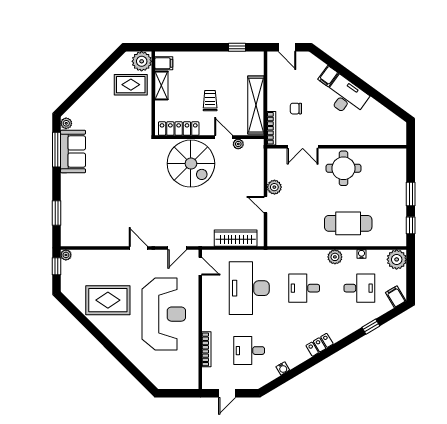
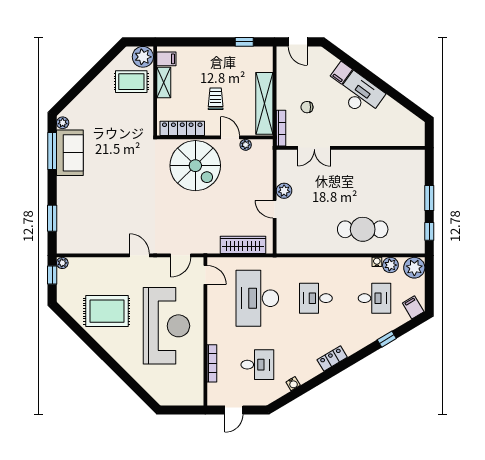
round table: (343, 168) -> (358, 171), removed
plant: (335, 257) -> (390, 265), moved
desk: (249, 351) -> (257, 365), turned 180

